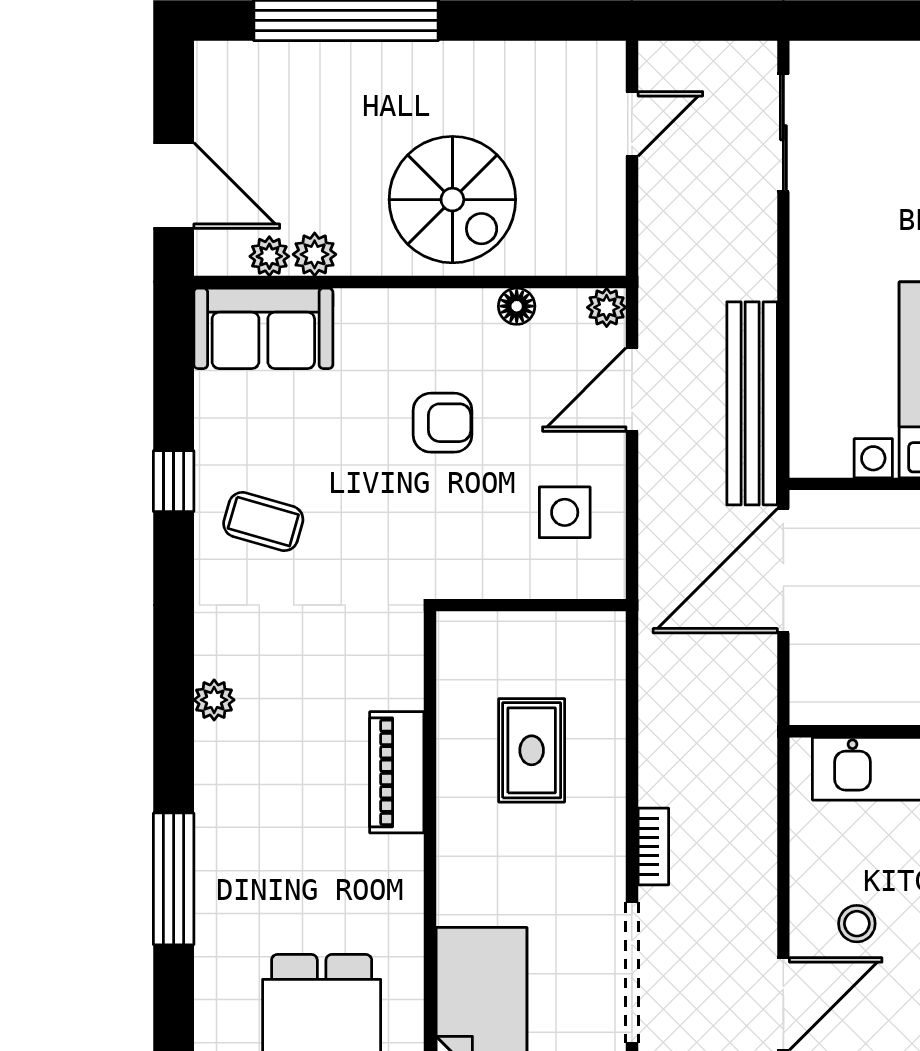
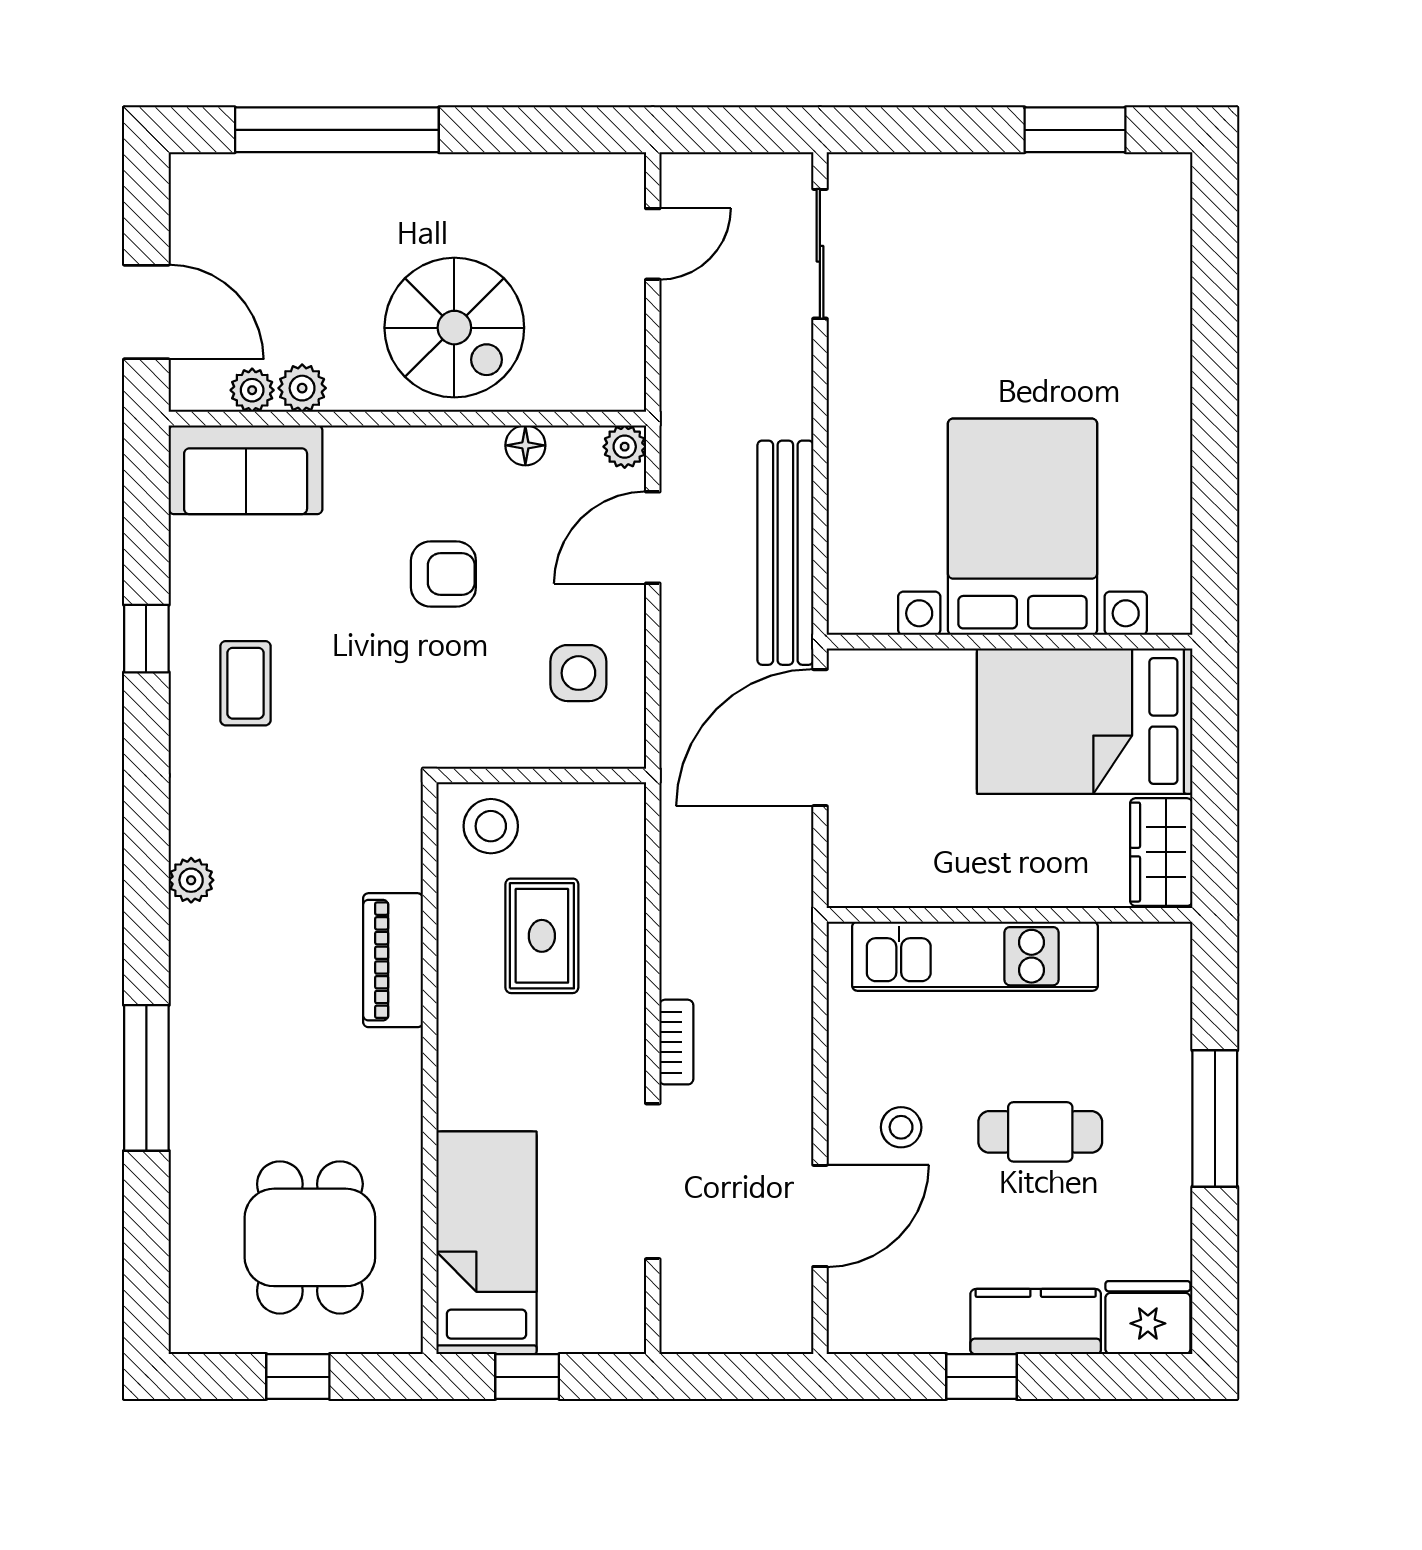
coffee table: (263, 522) -> (245, 683), turned 74
stool: (485, 651) -> (491, 826), added

